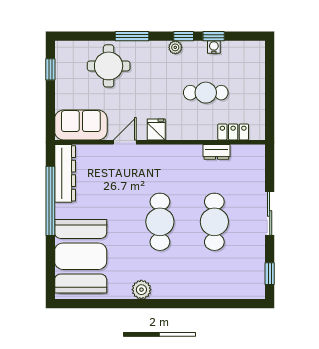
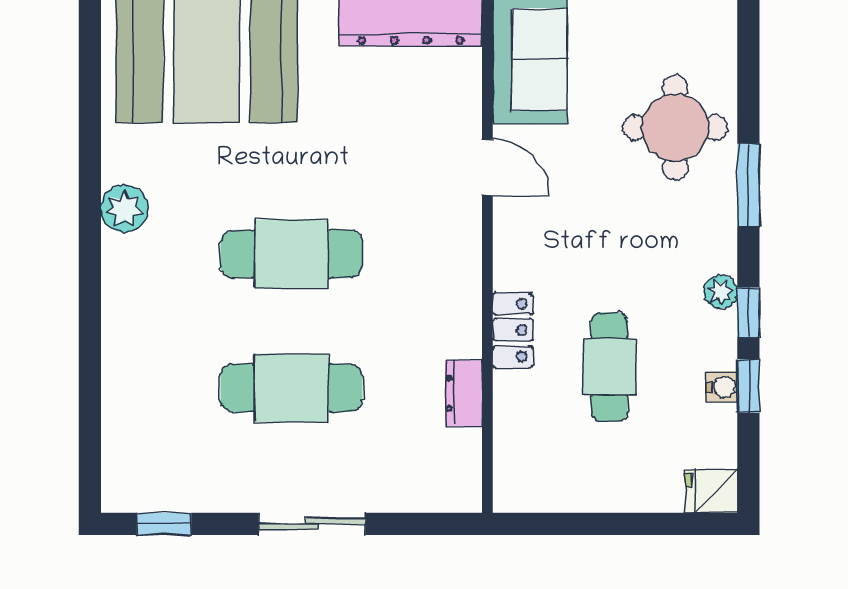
fridge: (156, 130) -> (711, 491), moved, turned 180
locker: (233, 132) -> (513, 330), moved

